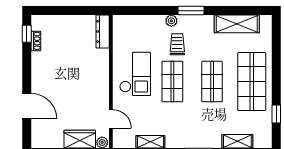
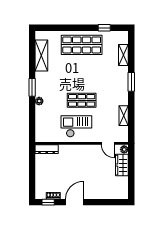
trolley: (177, 44) -> (56, 97), removed
shop shelf: (212, 82) -> (82, 73), removed
door: (27, 106) -> (75, 202), moved
door: (111, 119) -> (108, 143), swing flipped

